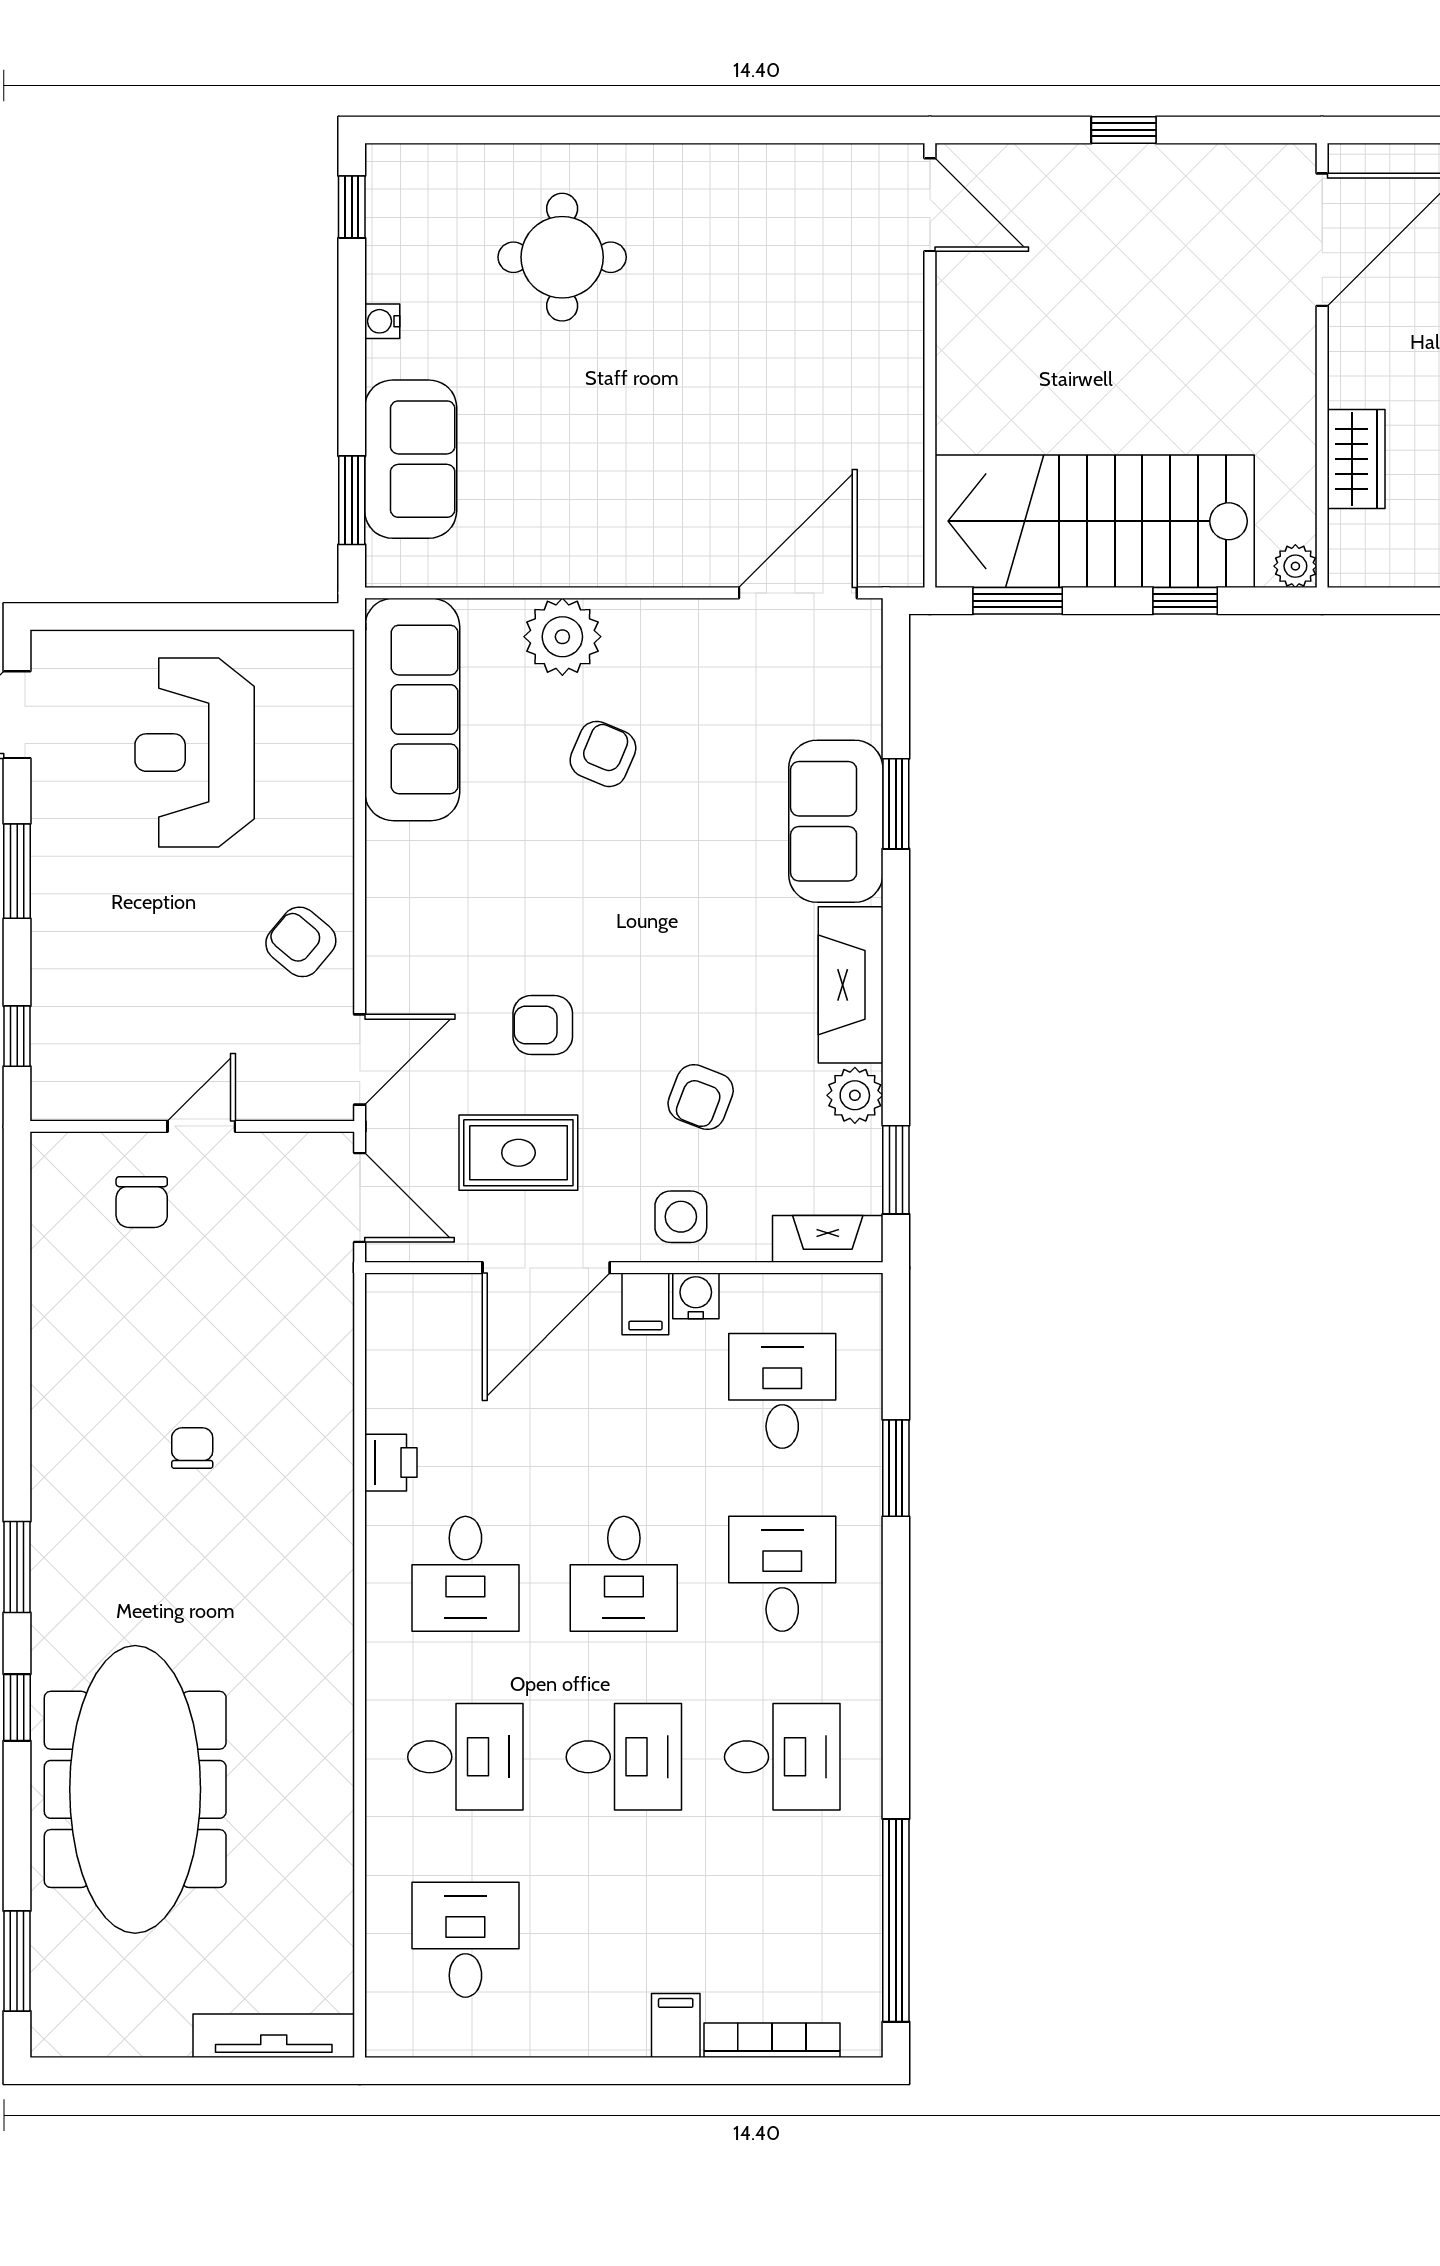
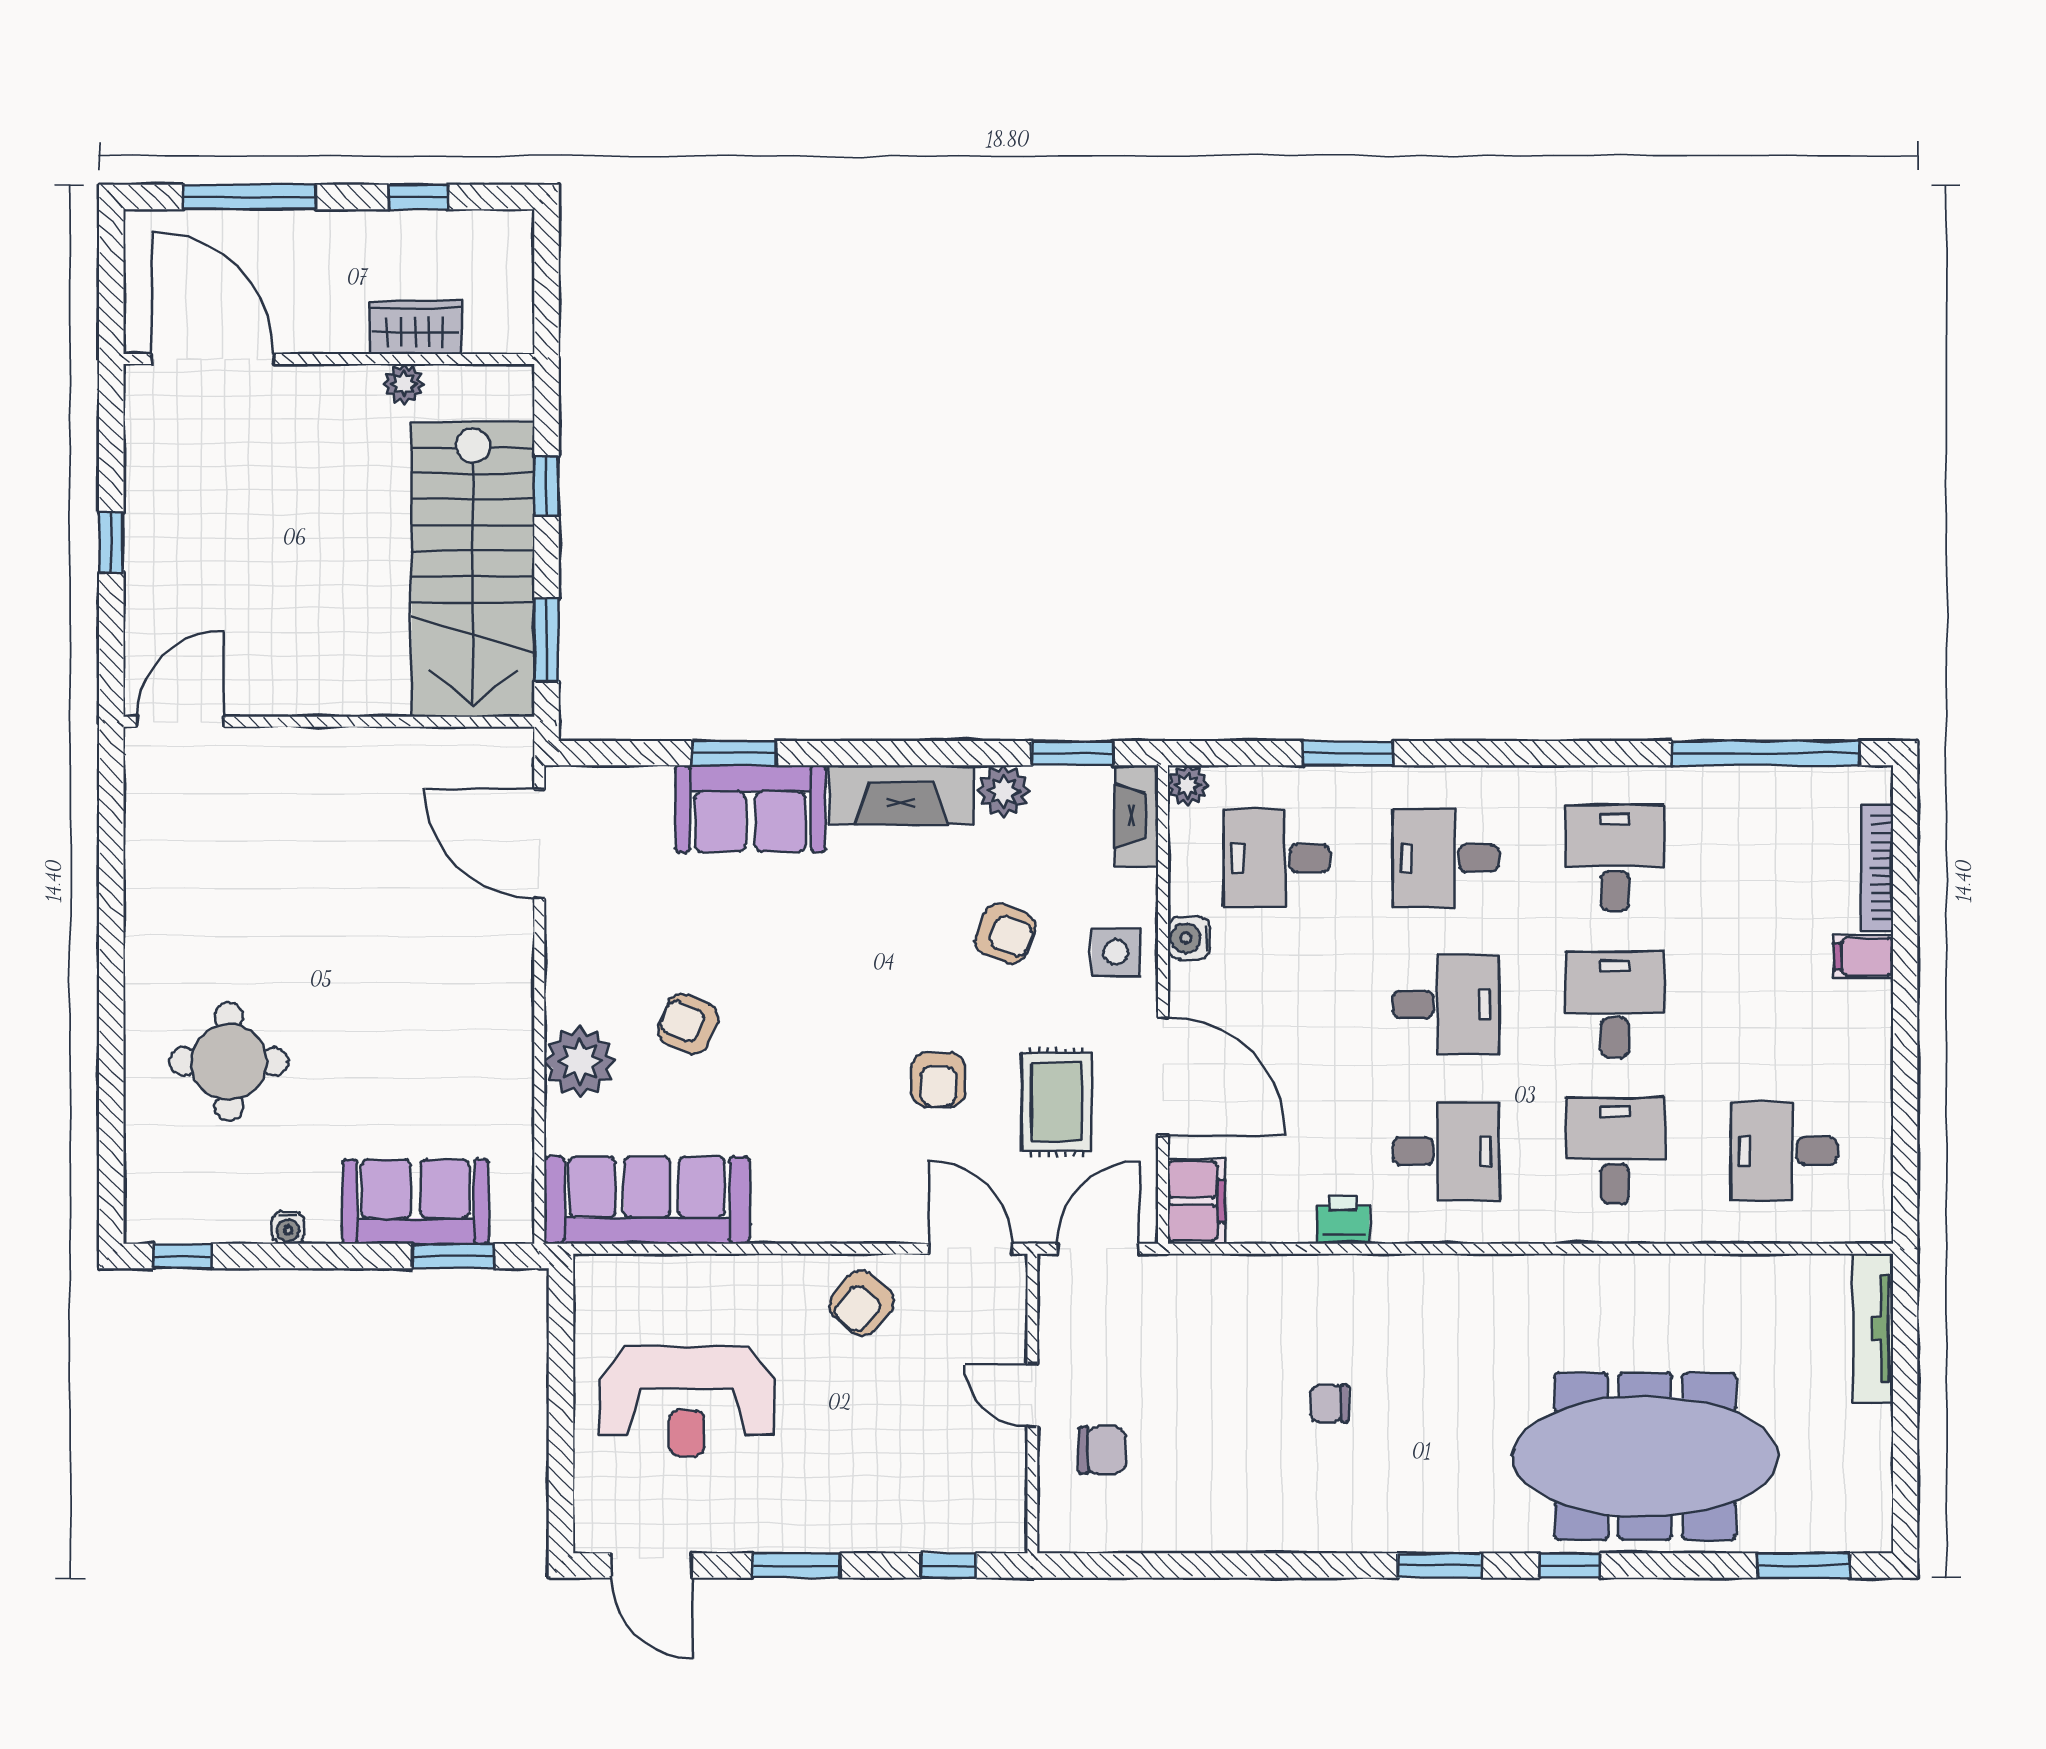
plant: (1295, 566) -> (404, 384), moved
plant: (861, 1295) -> (1188, 785), added
filing cabinet: (645, 1304) -> (1196, 1201), moved, width x2.00

